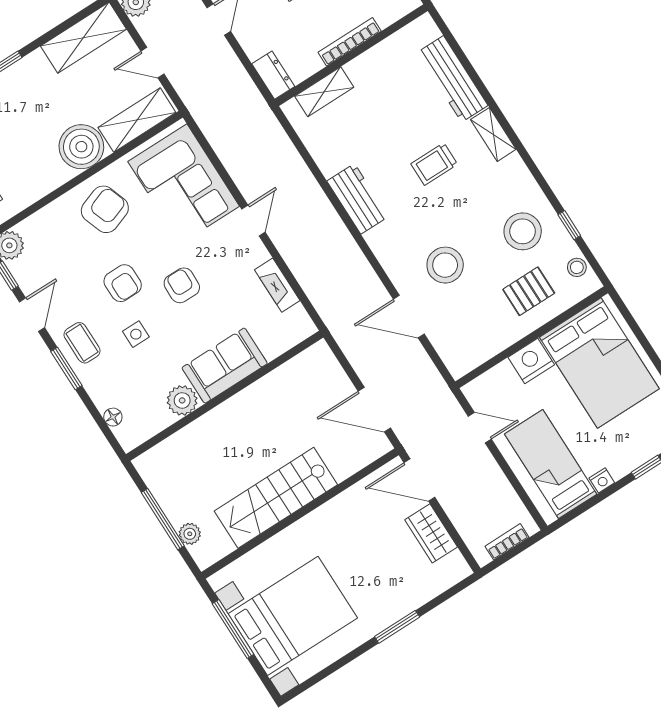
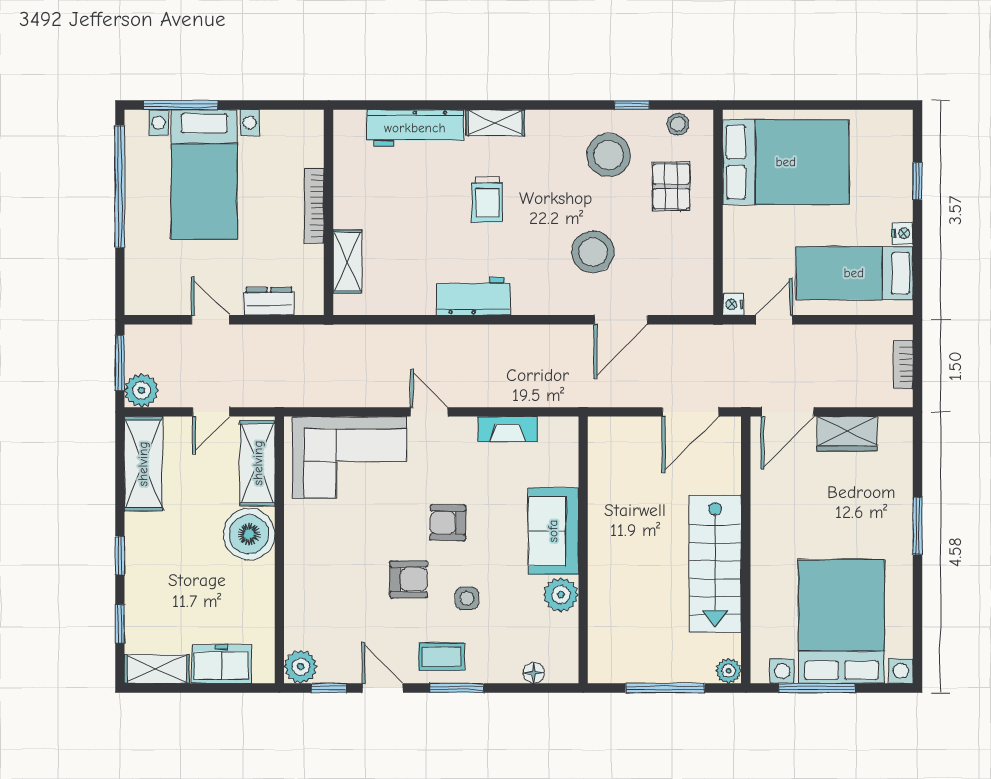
dresser: (273, 75) -> (269, 301), moved
armchair: (105, 209) -> (325, 551), removed
nightstand: (531, 361) -> (733, 304), moved, width x0.53, depth x0.56
plant: (190, 534) -> (728, 671), moved

